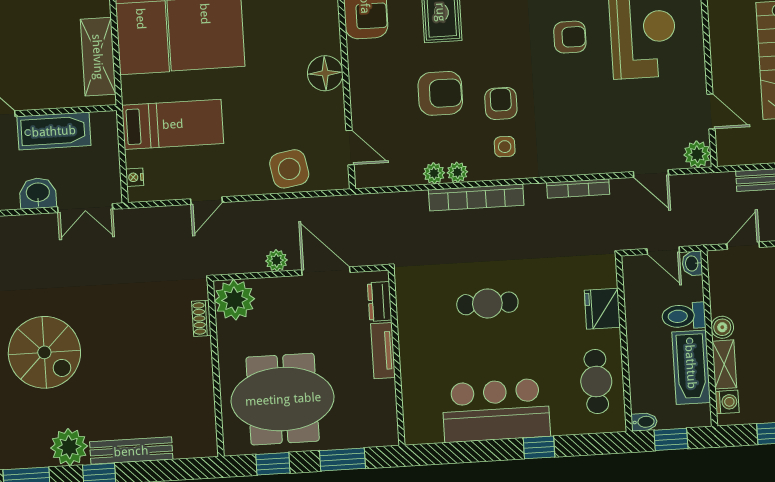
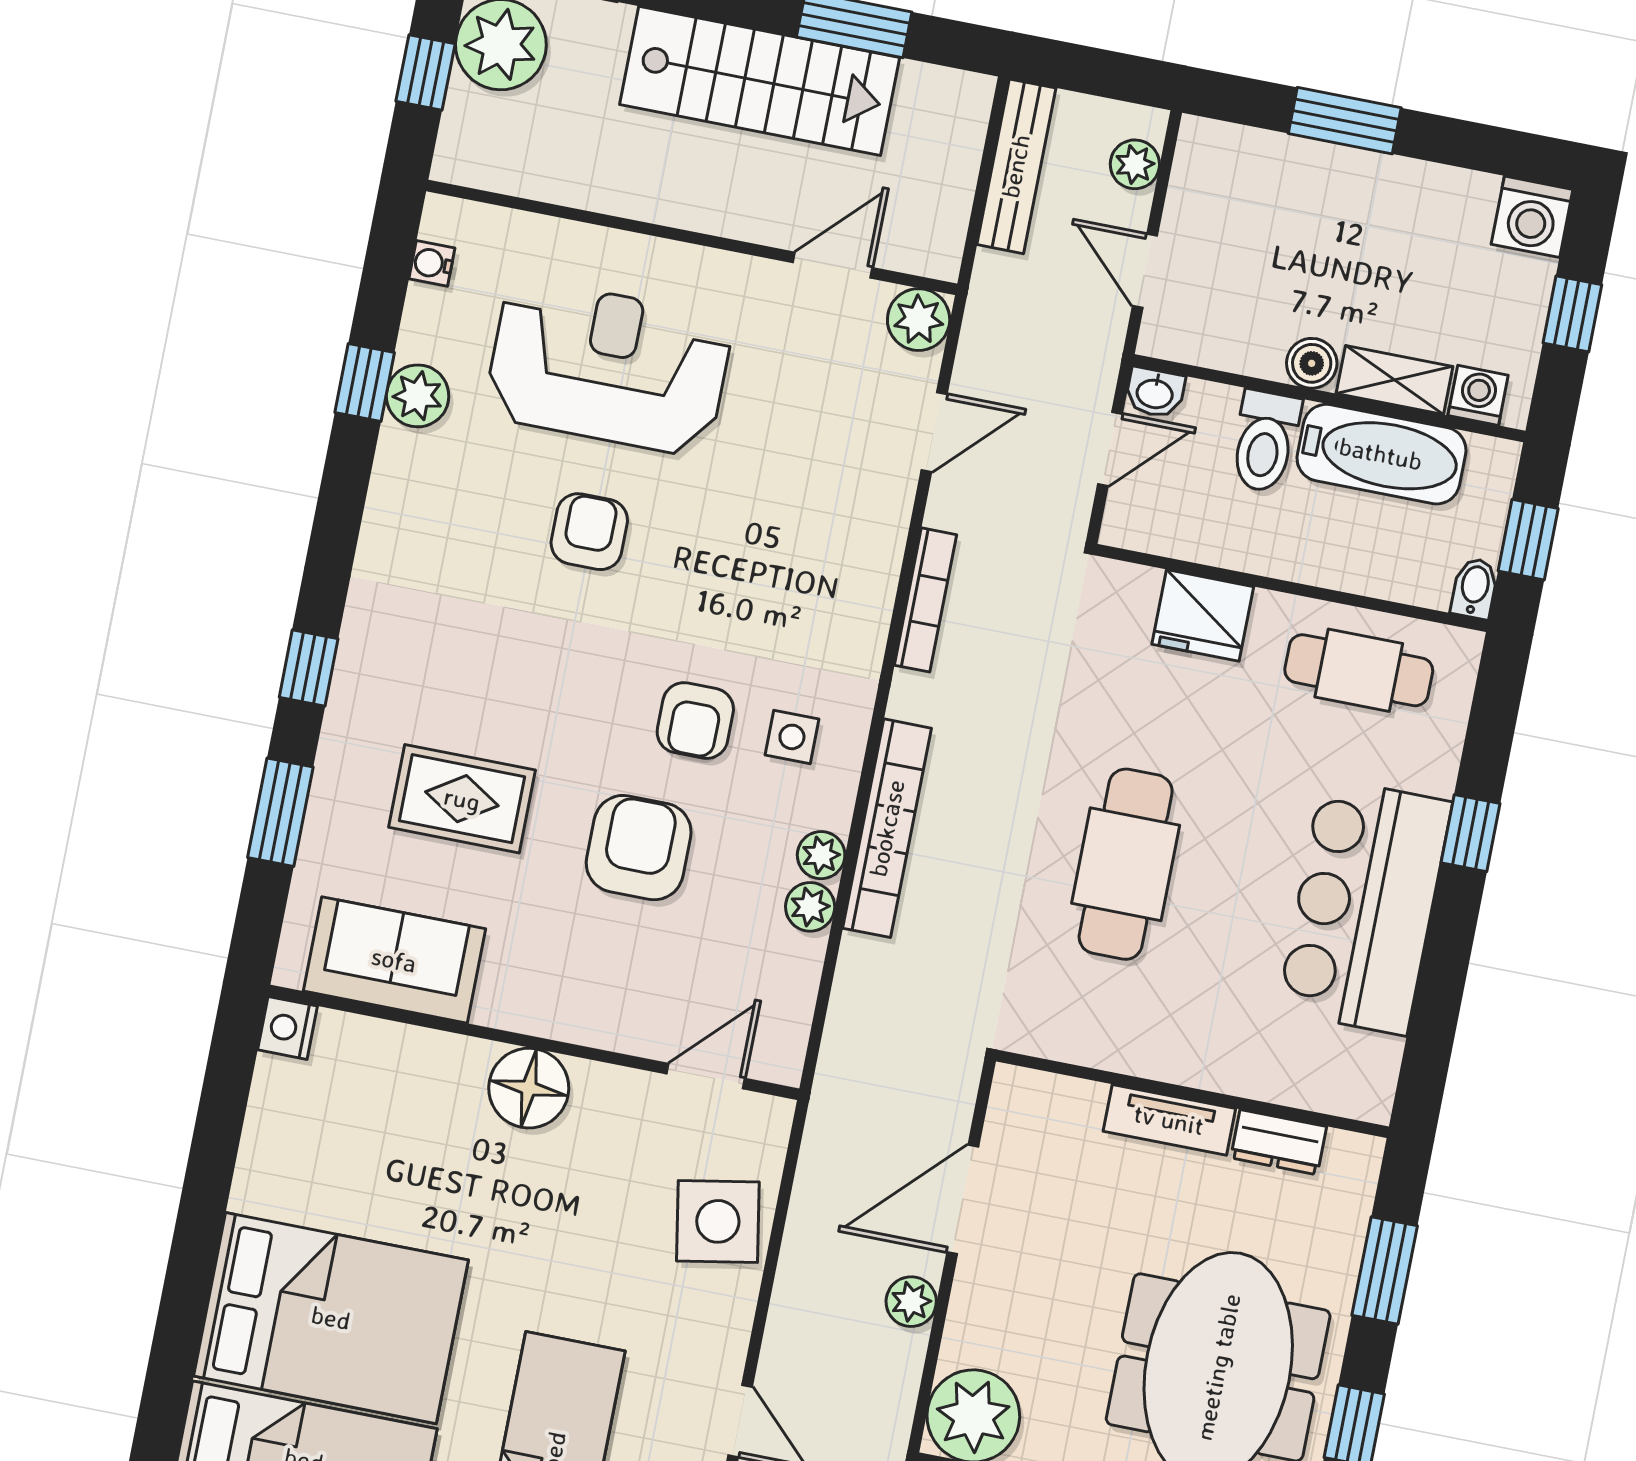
armchair: (501, 103) -> (695, 721), turned -90
dresser: (380, 301) -> (1279, 1142), moved
cafe table: (487, 303) -> (1126, 864), width x1.37, depth x1.35

